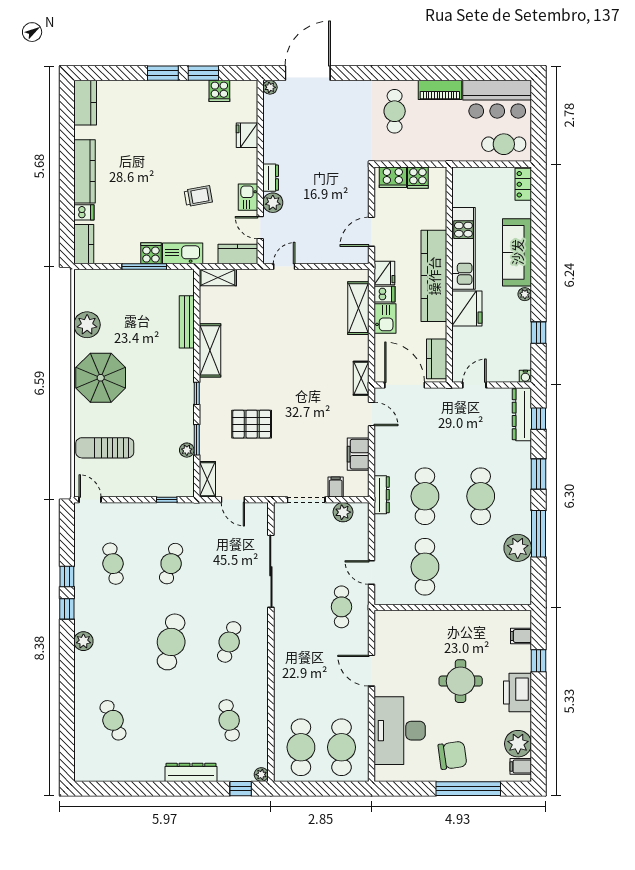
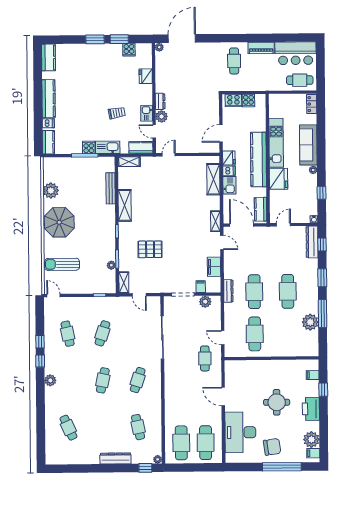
cafe table: (171, 642) -> (103, 380), width x0.73, depth x0.74

